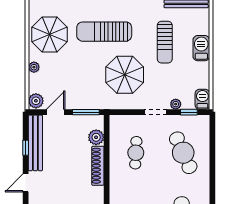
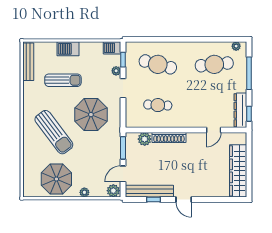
sun lounger: (104, 32) -> (54, 132), turned -37
door: (56, 112) -> (123, 174), hinge flipped
cafe table: (183, 153) -> (158, 64), turned 39

